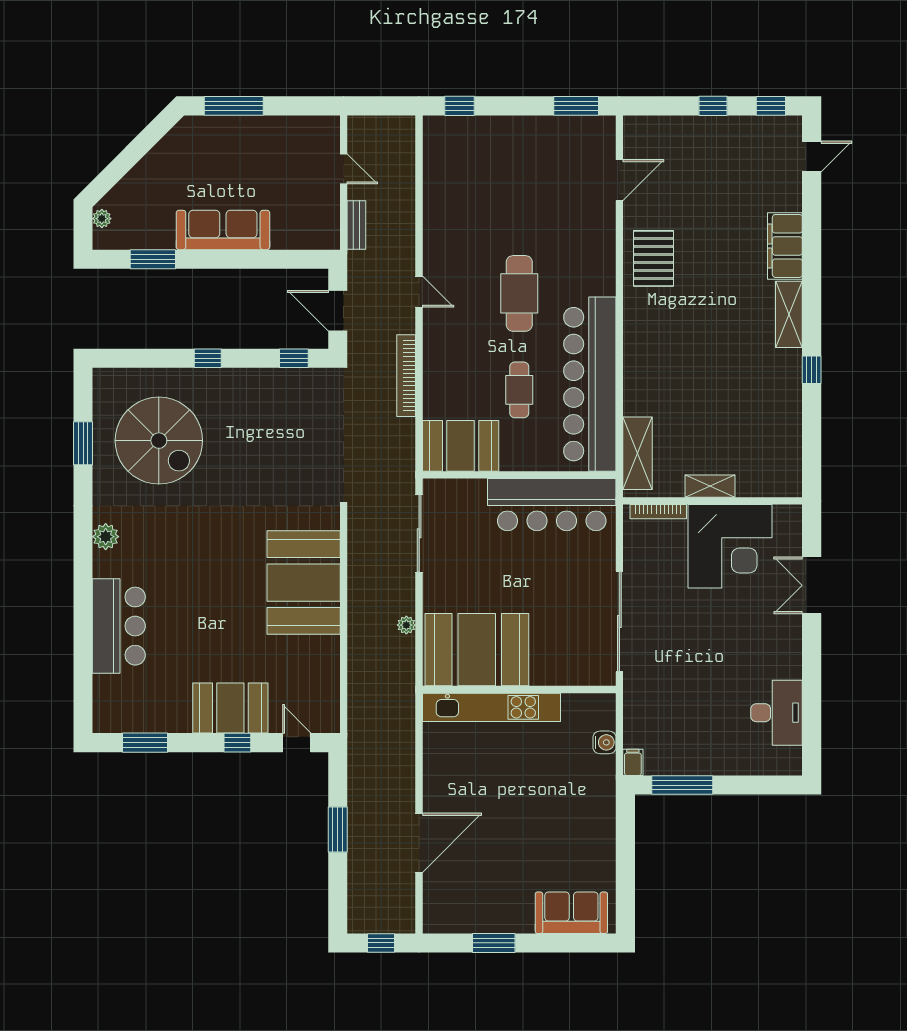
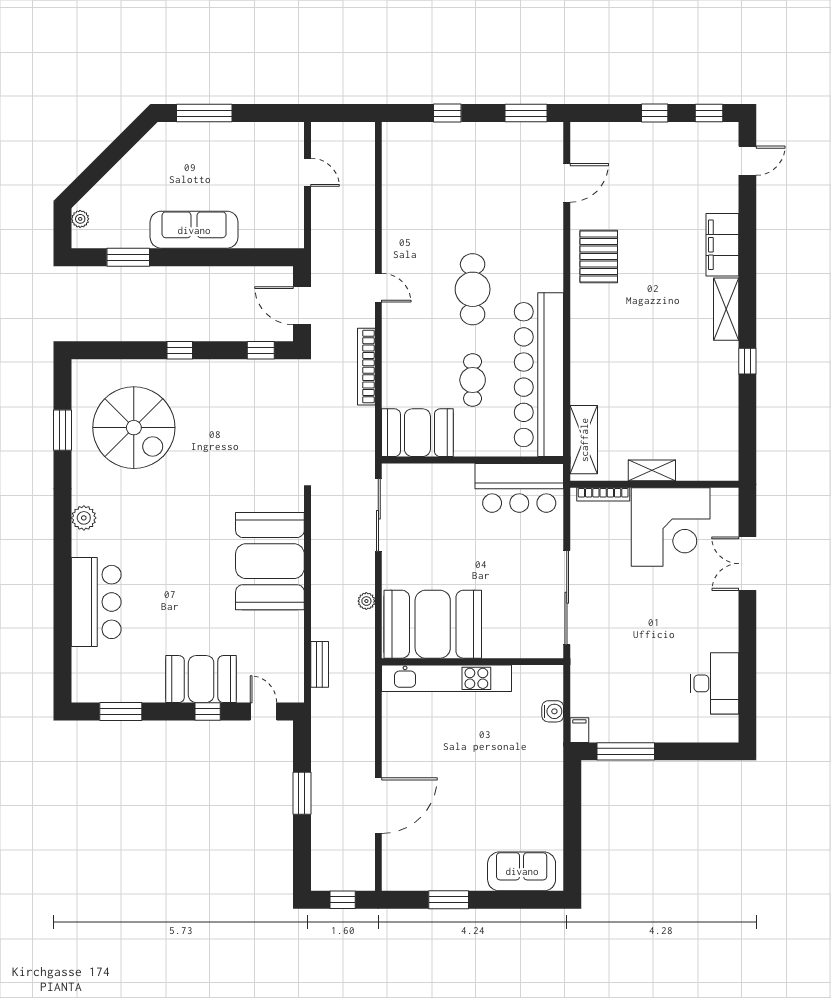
window: (459, 106) -> (447, 113), moved
bench: (356, 225) -> (320, 664), moved
bar counter: (552, 505) -> (519, 488), width x0.73

